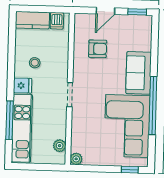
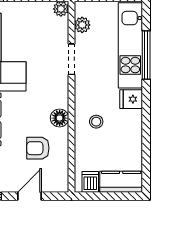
stool: (35, 63) -> (96, 122), moved
floor lamp: (80, 72) -> (60, 118), added
doorway: (70, 95) -> (71, 59), moved

